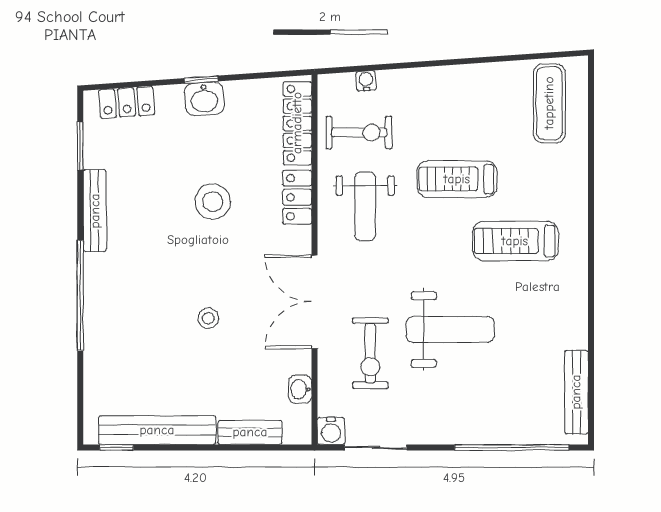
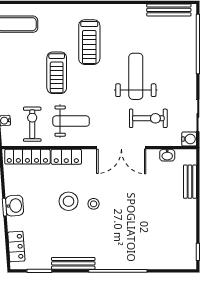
stool: (208, 318) -> (94, 204), moved
bench: (157, 430) -> (189, 230), removed

